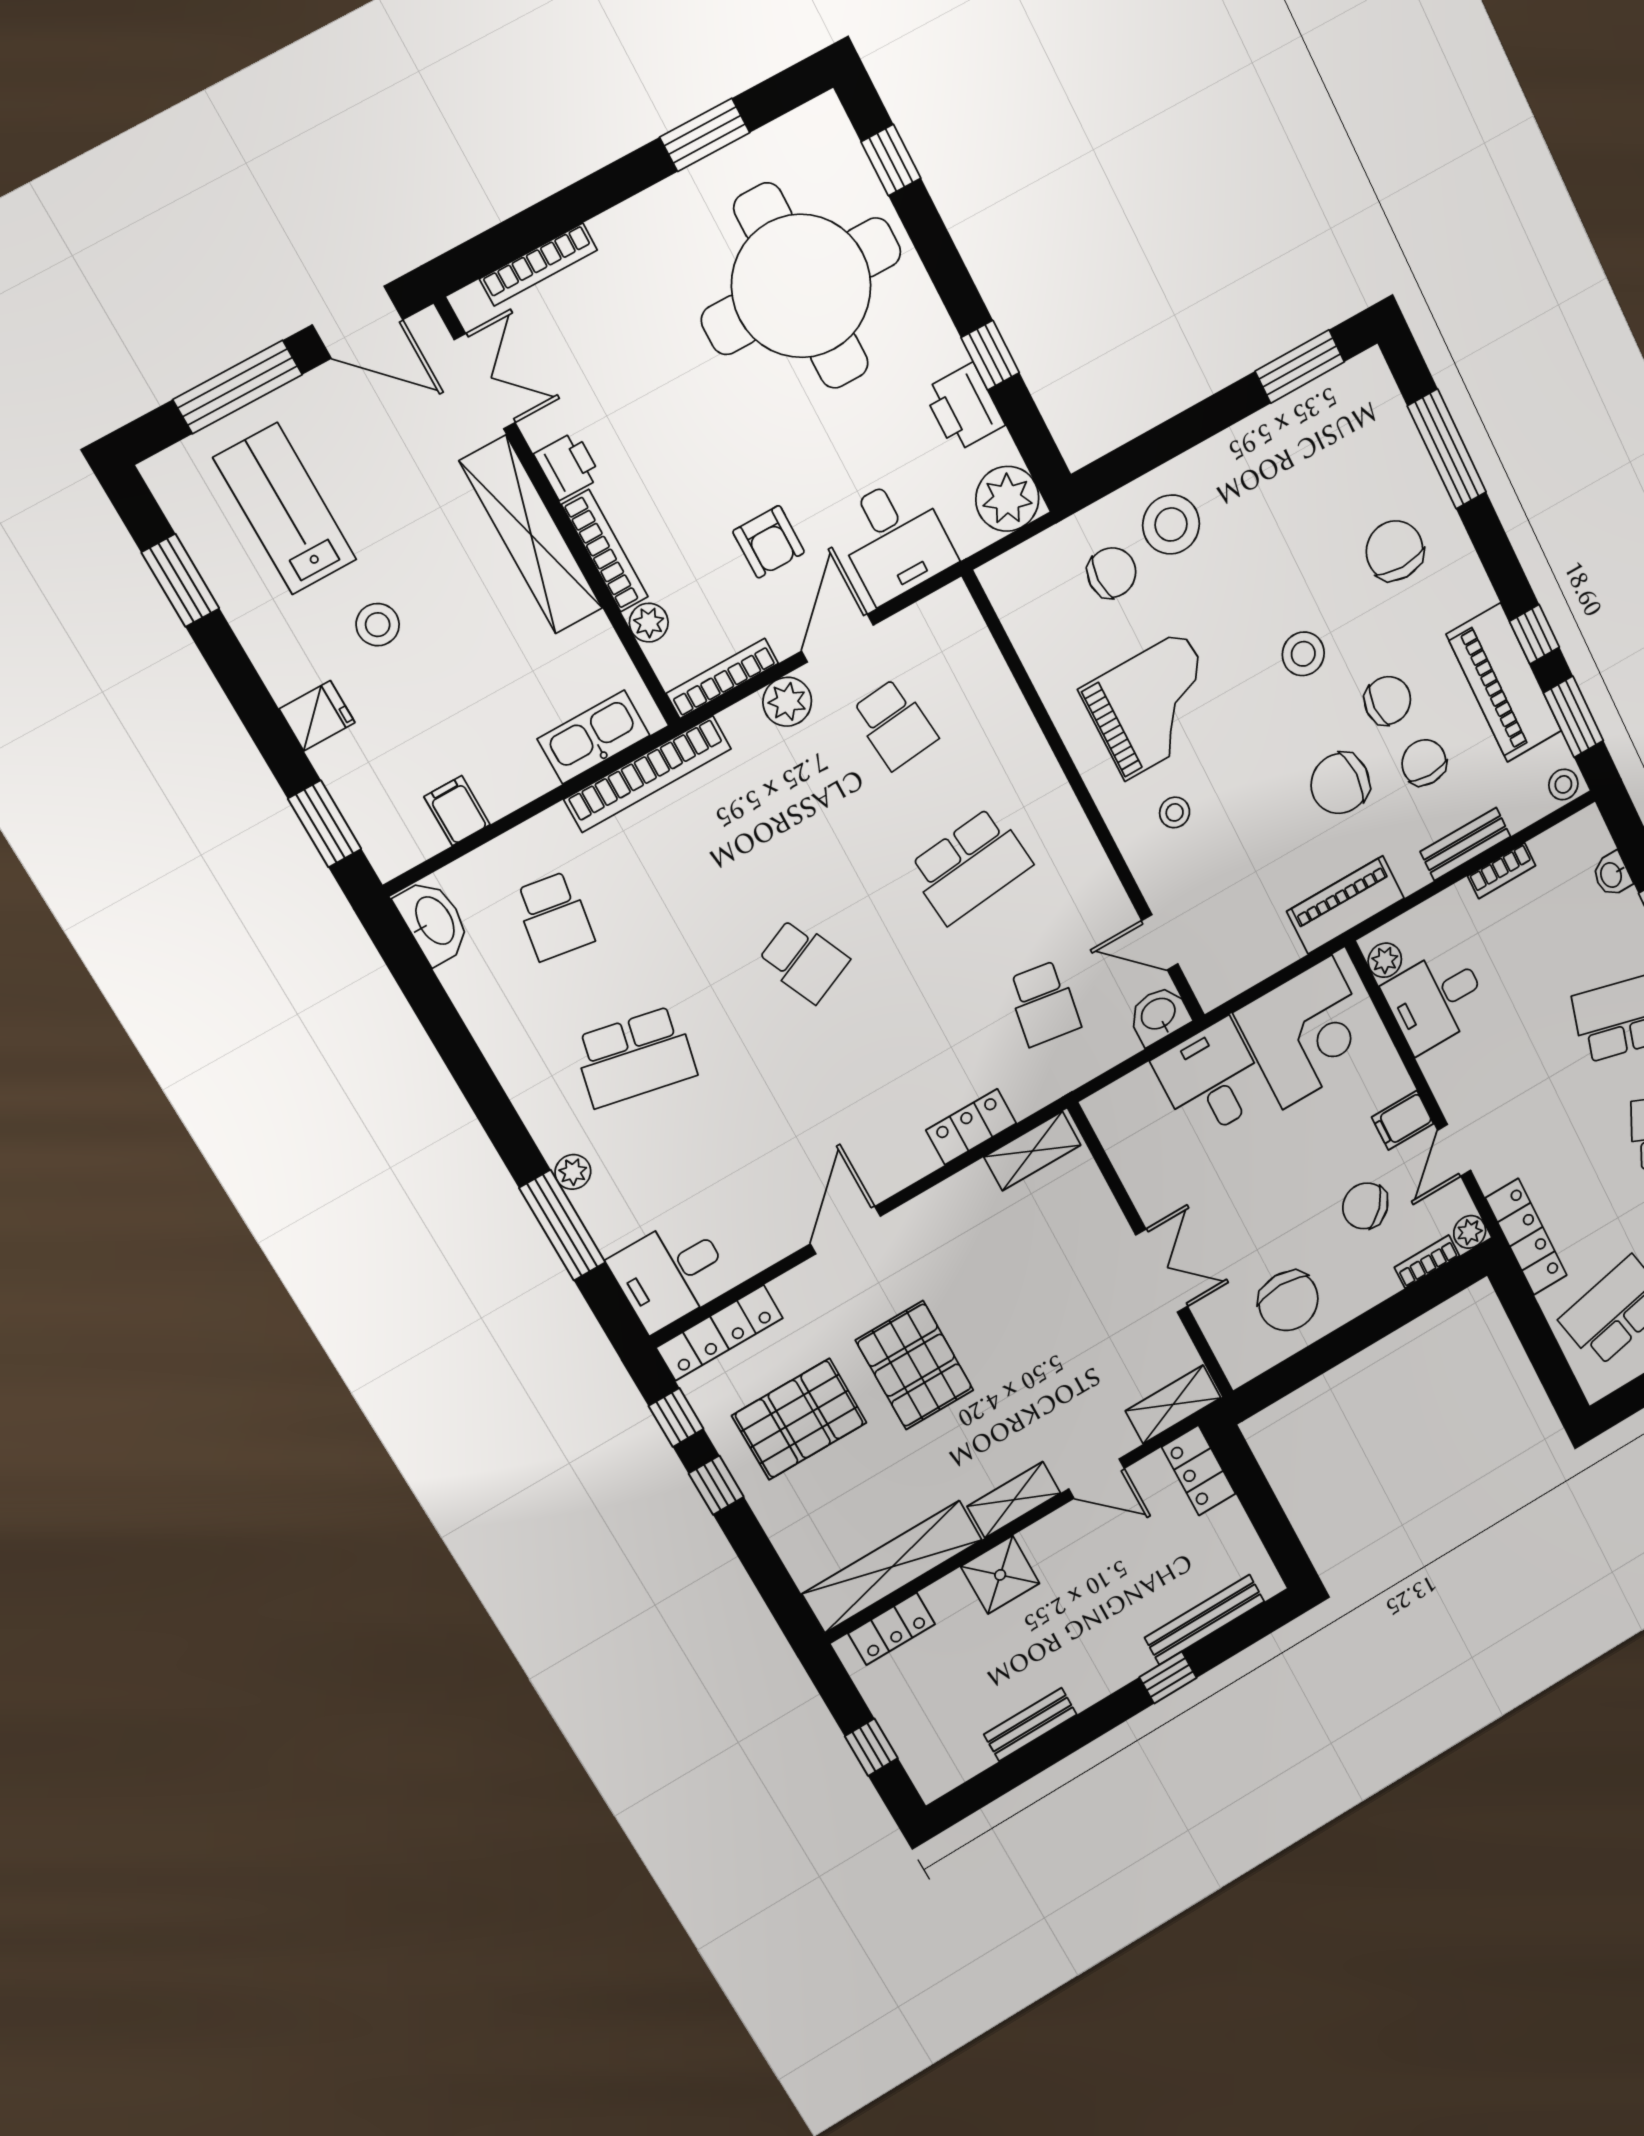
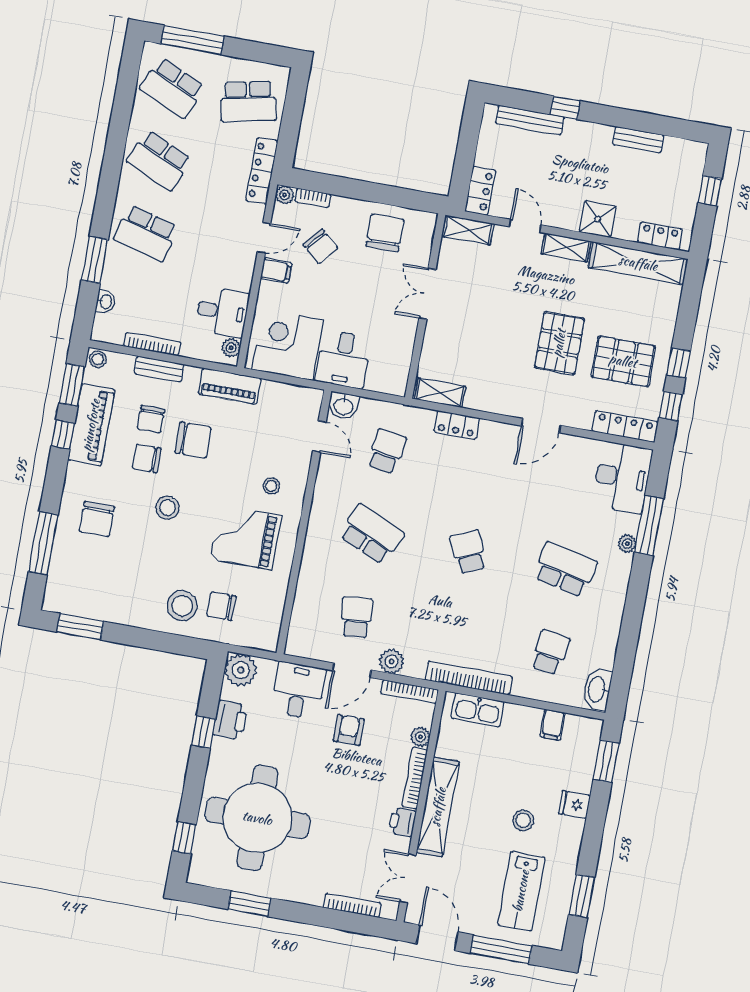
school desk: (970, 866) -> (372, 534), turned 30
bookcase: (1502, 871) -> (152, 344), width x1.56
desk: (671, 1273) -> (622, 477), width x1.37

